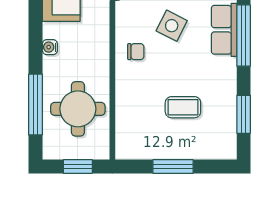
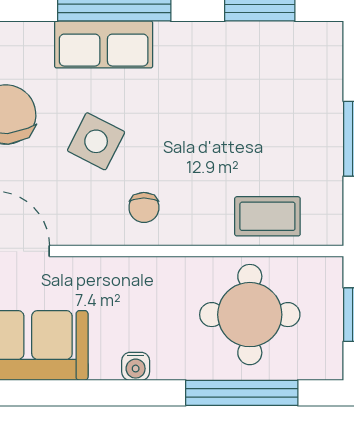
chair: (136, 52) -> (144, 207), turned 180
coffee table: (183, 107) -> (267, 216), moved, turned 90

